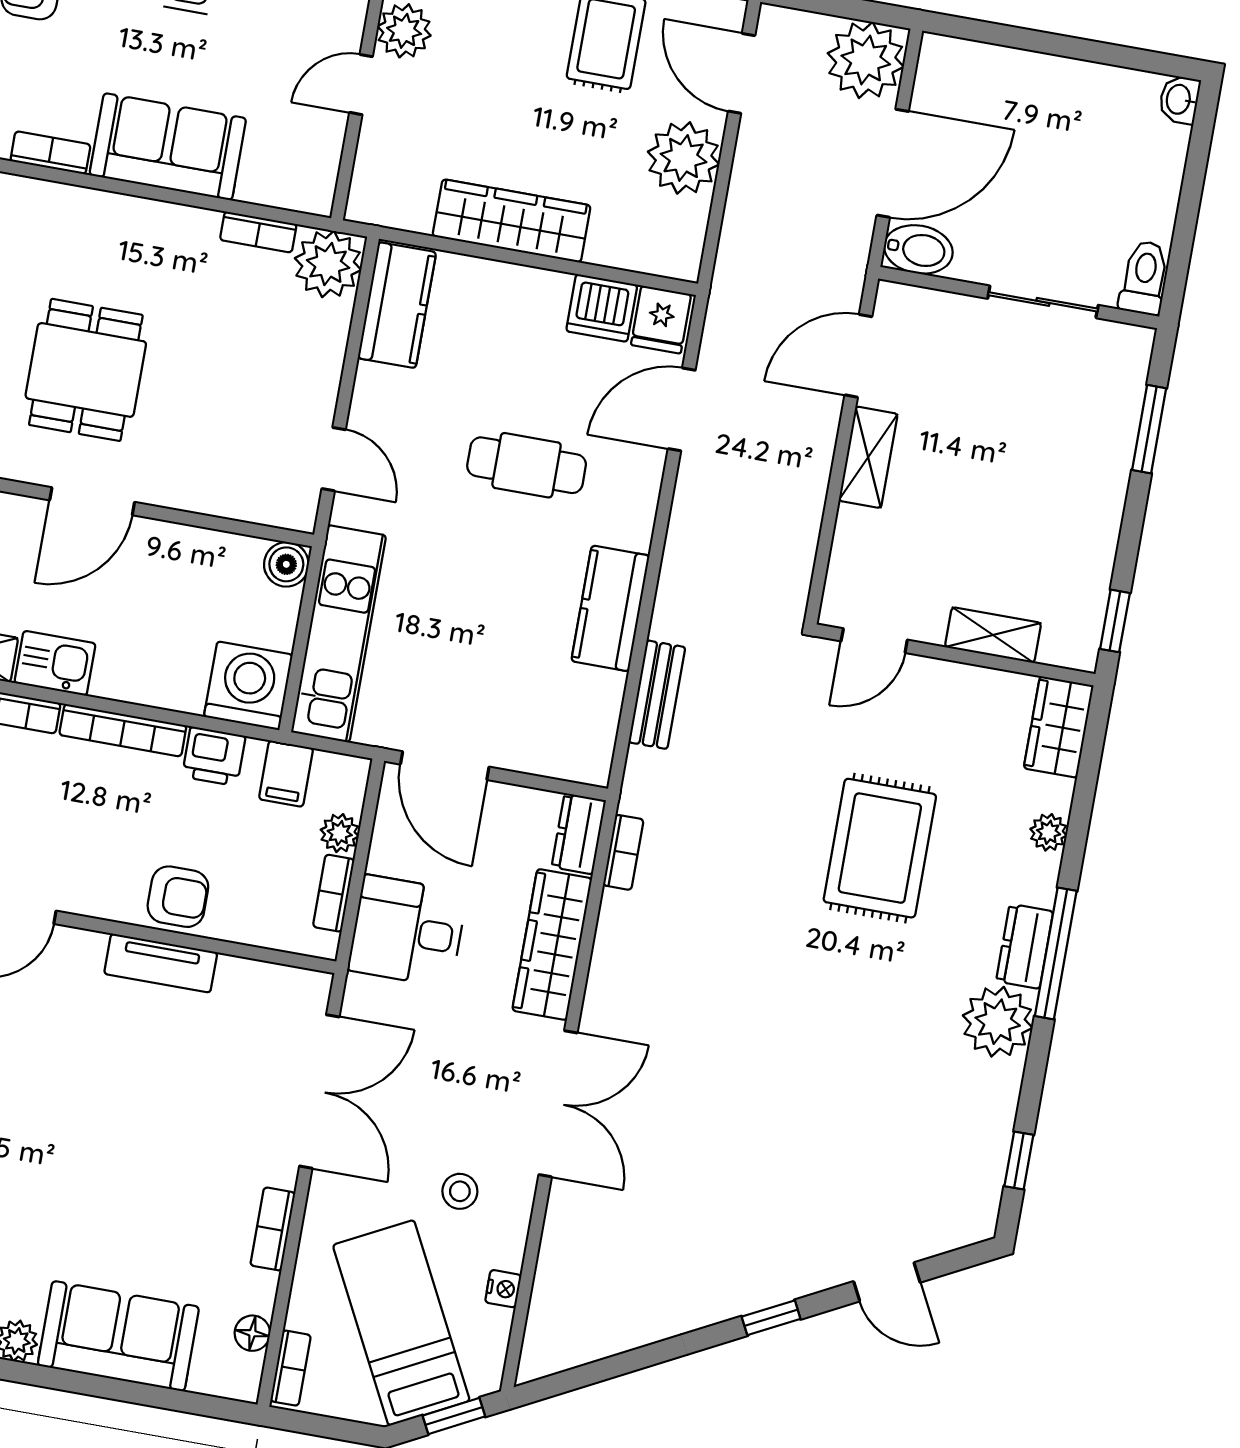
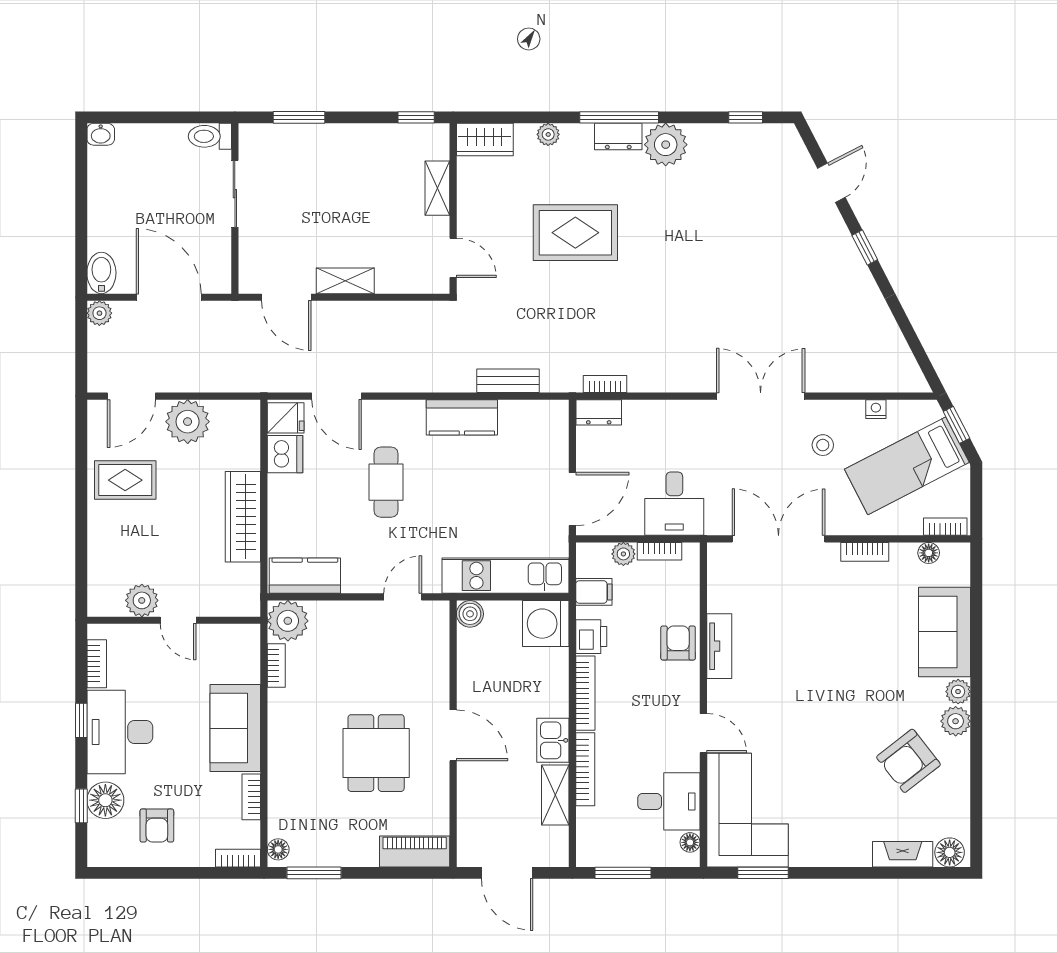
plant: (866, 60) -> (99, 313), width x0.53, depth x0.53
bidet: (918, 249) -> (101, 273), moved
dining table: (86, 370) -> (376, 753), turned 90
wardrobe: (552, 944) -> (667, 416), removed

